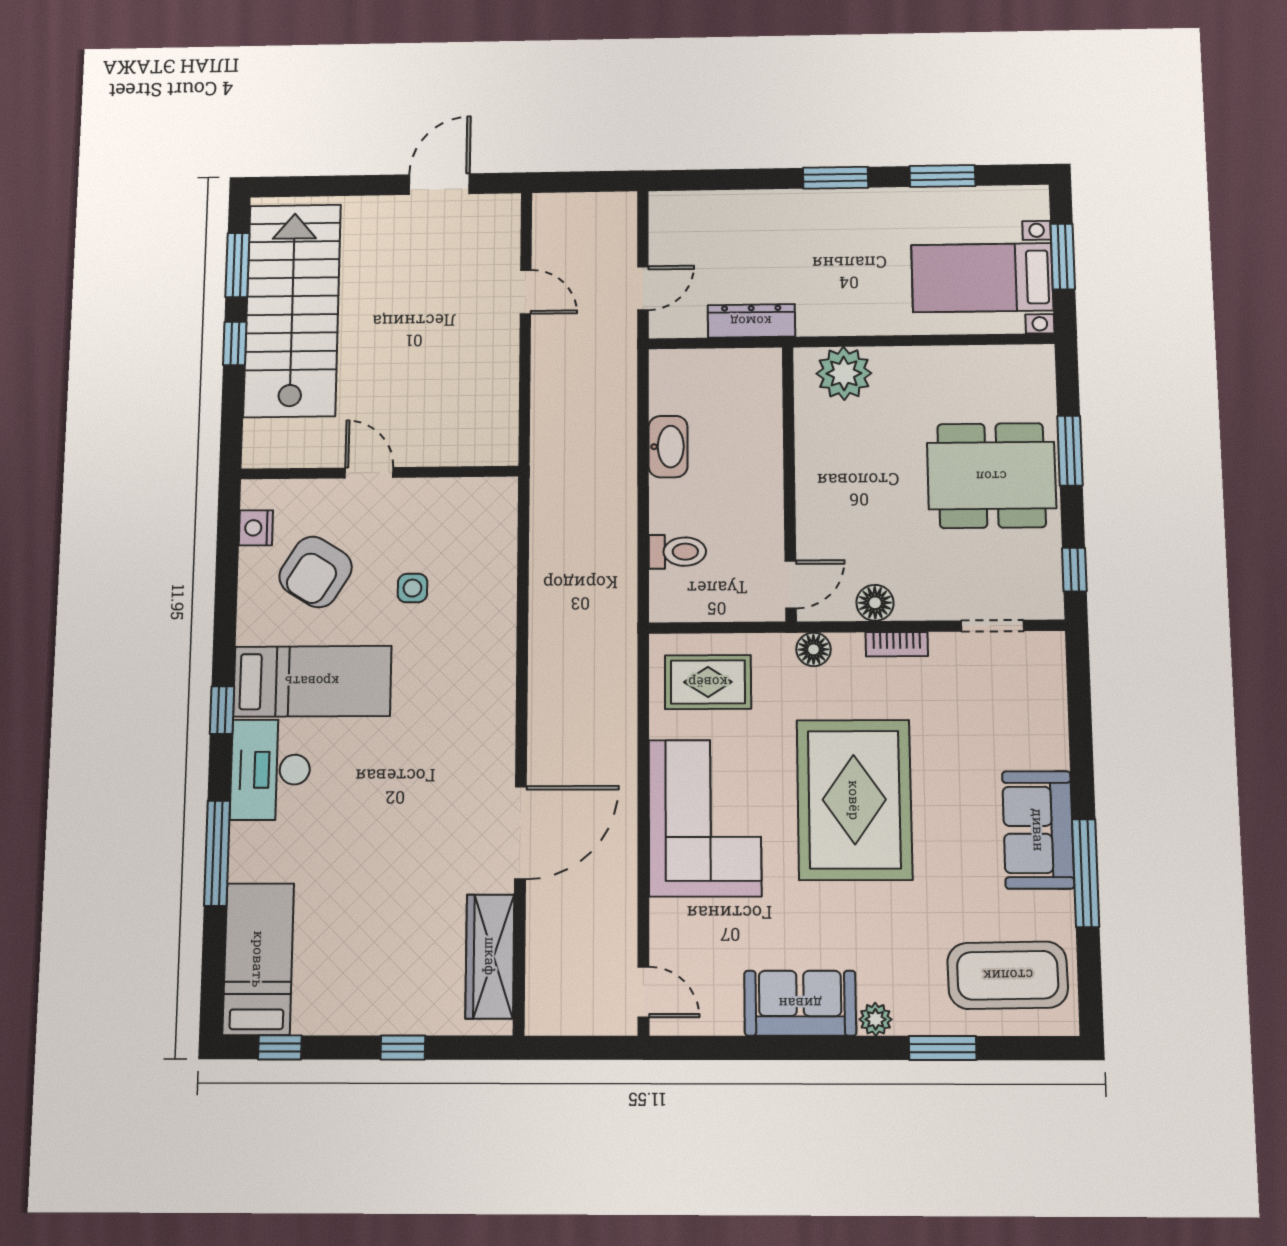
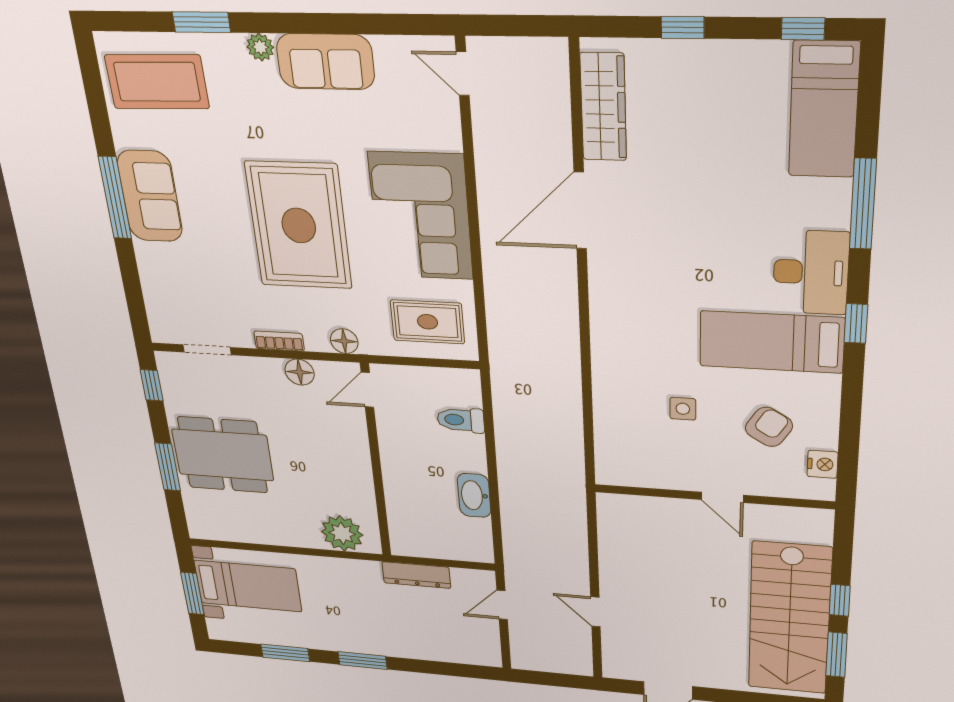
armchair: (316, 572) -> (769, 427), width x0.72, depth x0.72
window: (1086, 873) -> (115, 198), moved

